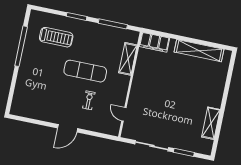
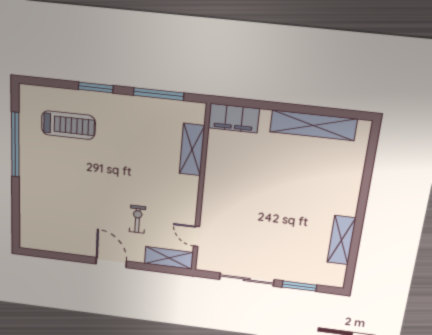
exercise mat: (85, 71) -> (125, 175), removed
door: (68, 128) -> (111, 262), swing flipped
shelving: (105, 128) -> (169, 258), added

